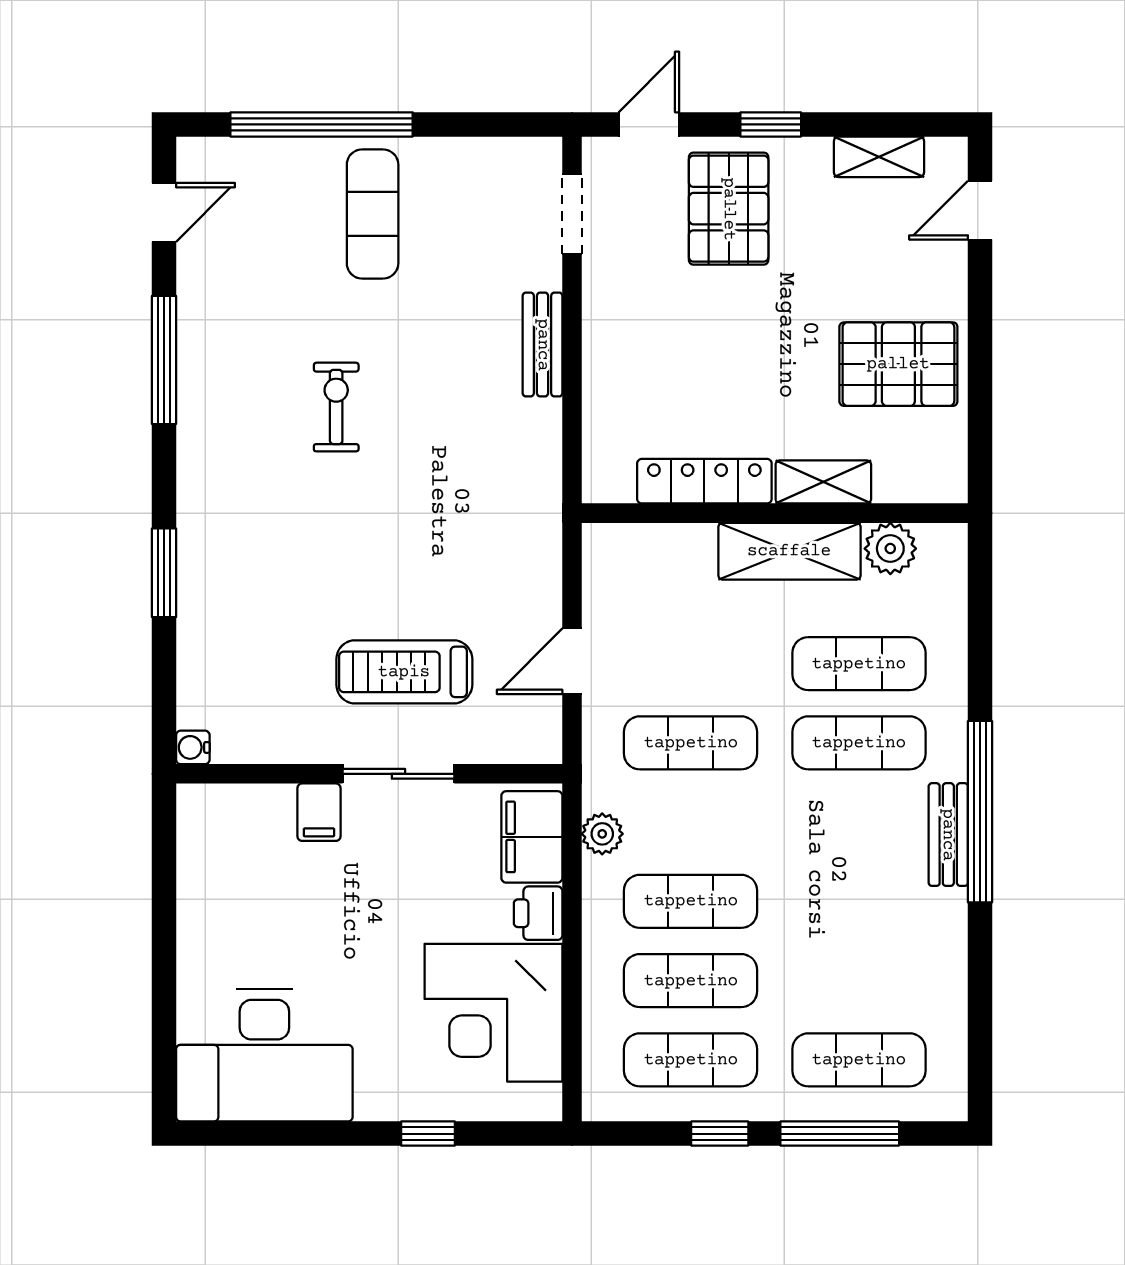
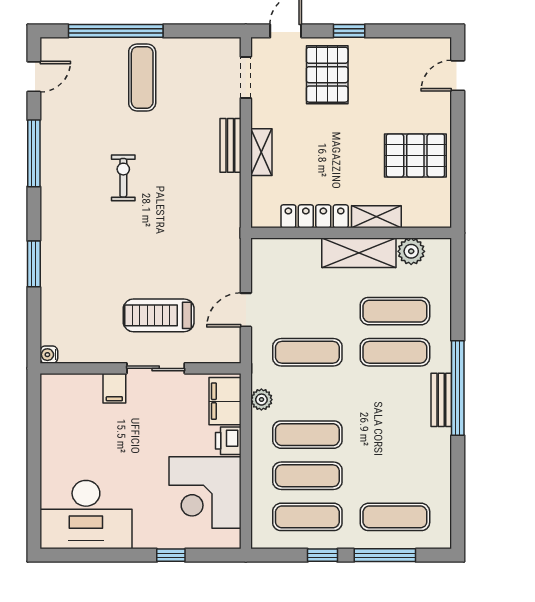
shelving: (879, 157) -> (261, 152), moved, turned 90

